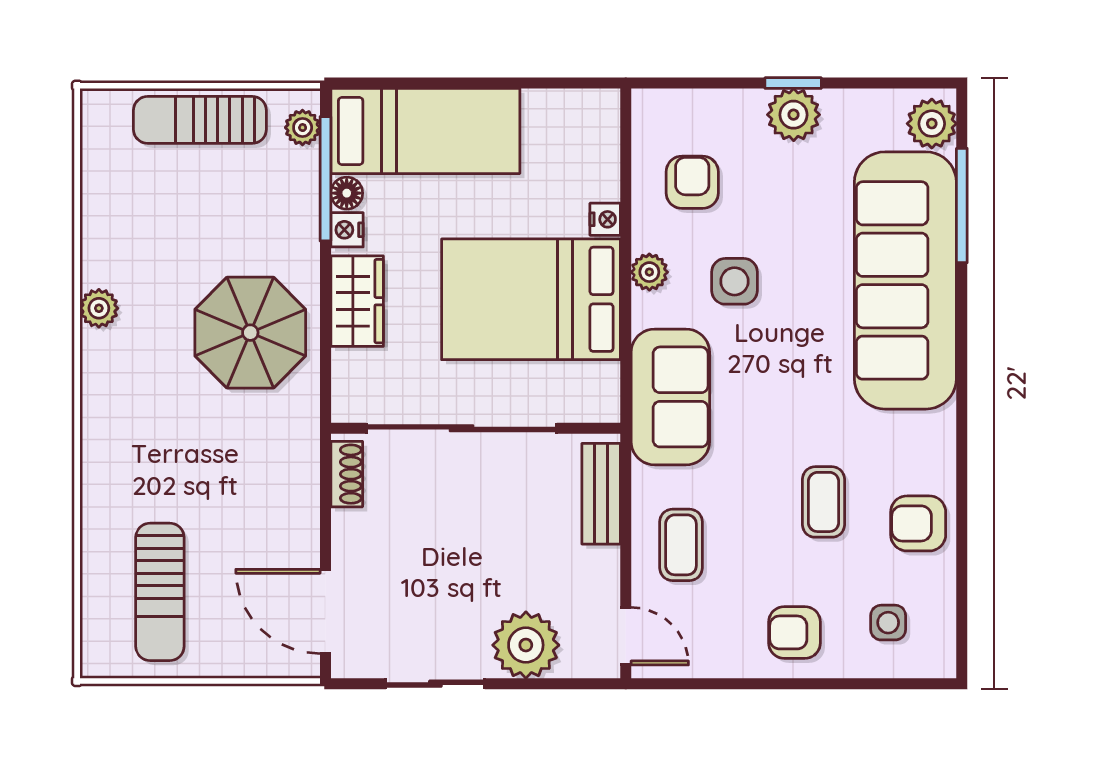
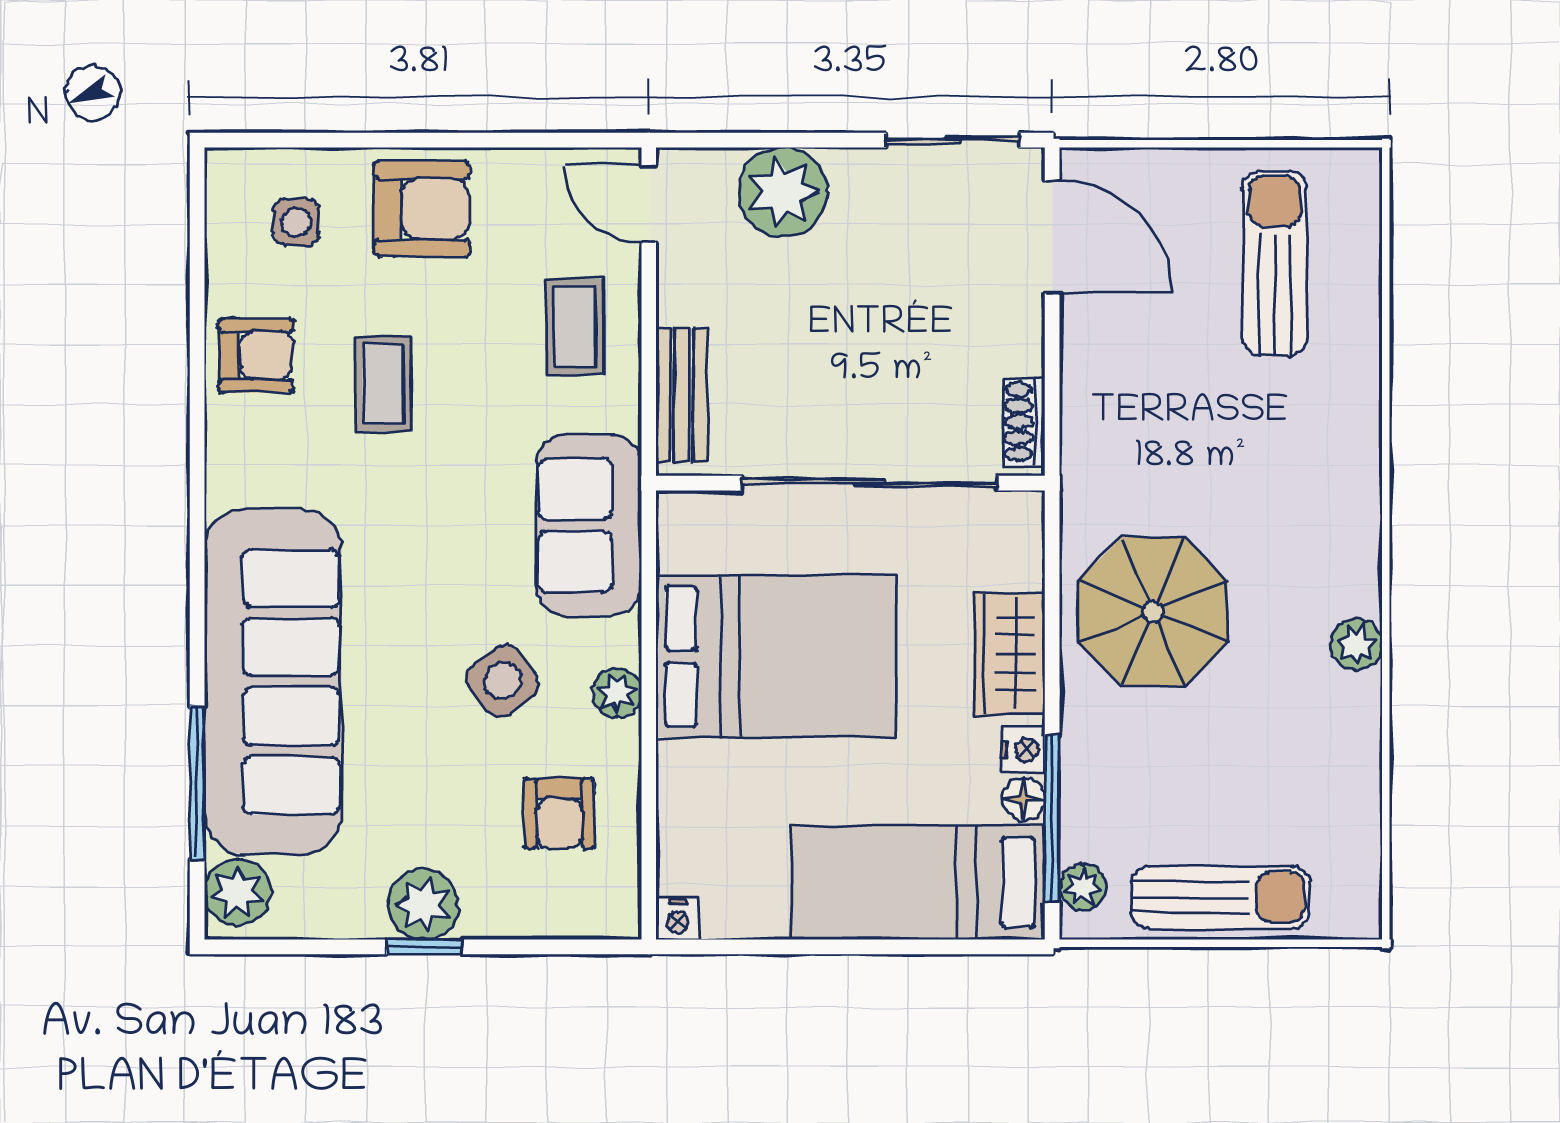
nightstand: (605, 219) -> (678, 919), moved, turned -90
side table: (735, 281) -> (503, 681), turned -38
armchair: (795, 632) -> (422, 209), width x1.38, depth x1.38
sliding door: (435, 684) -> (953, 140), moved

